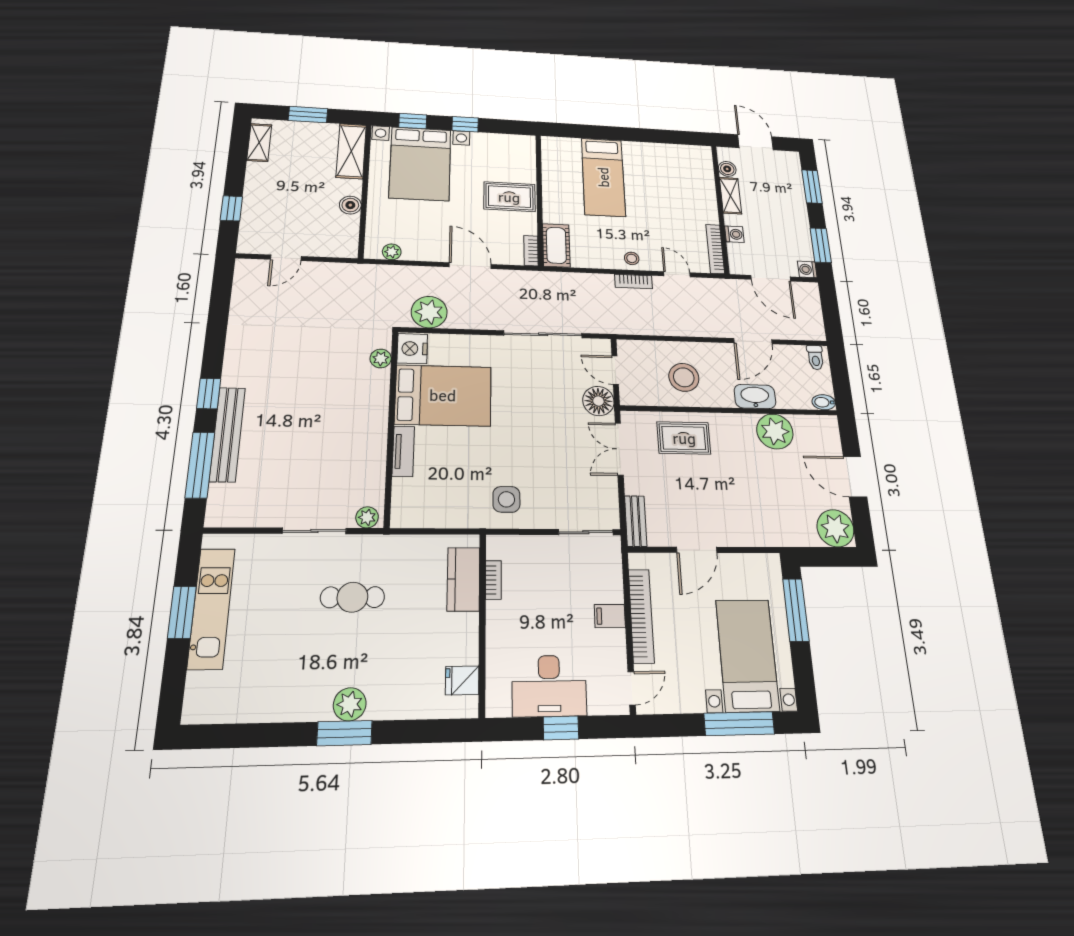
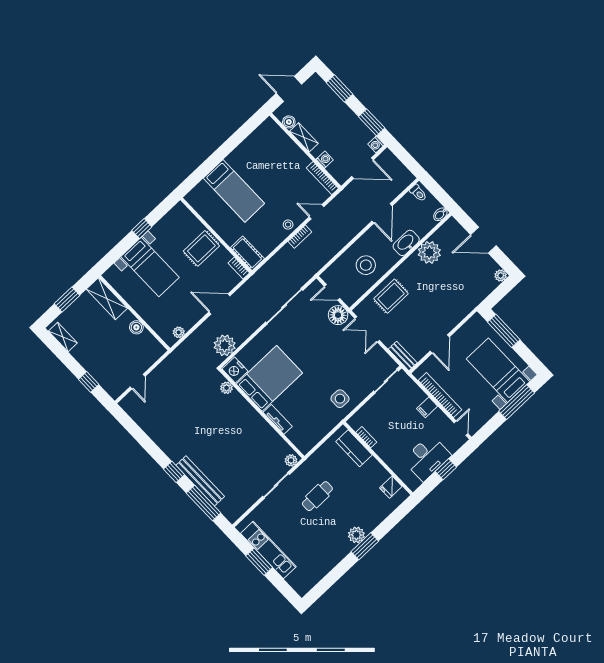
window: (413, 121) -> (117, 253), removed
bed with nightstands: (420, 164) -> (150, 267), width x0.73
plant: (835, 528) -> (501, 275), width x0.53, depth x0.53

